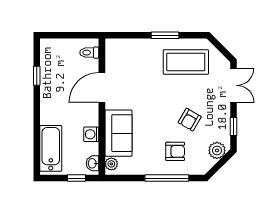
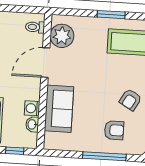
washbasin: (93, 163) -> (32, 124), moved
plant: (111, 164) -> (62, 36), moved, width x1.87, depth x1.87

